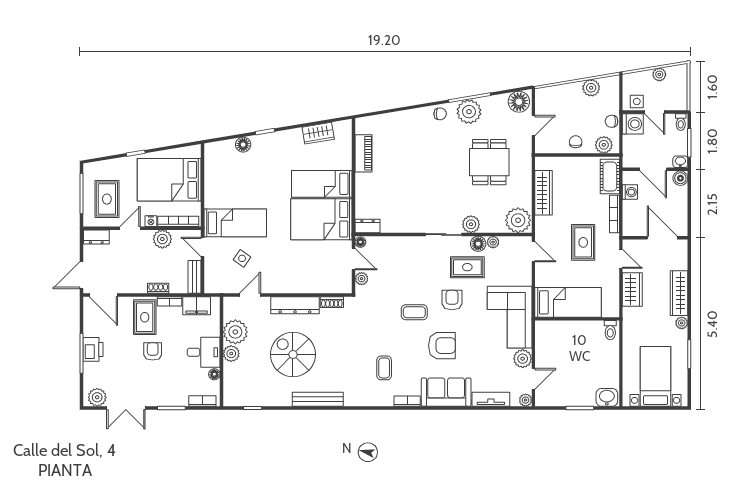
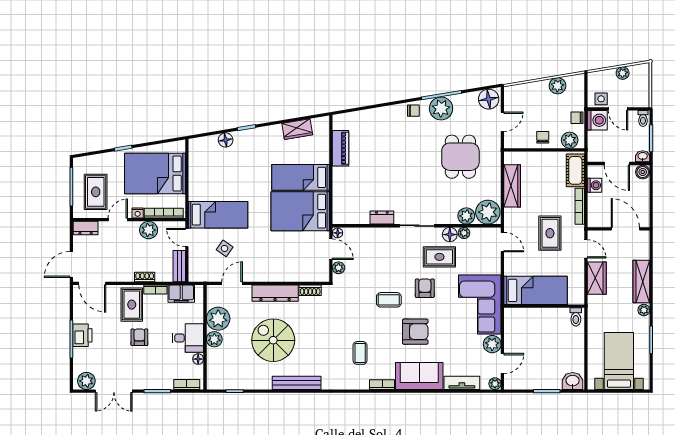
plant: (471, 224) -> (466, 216), moved
dresser: (368, 226) -> (382, 218), moved

